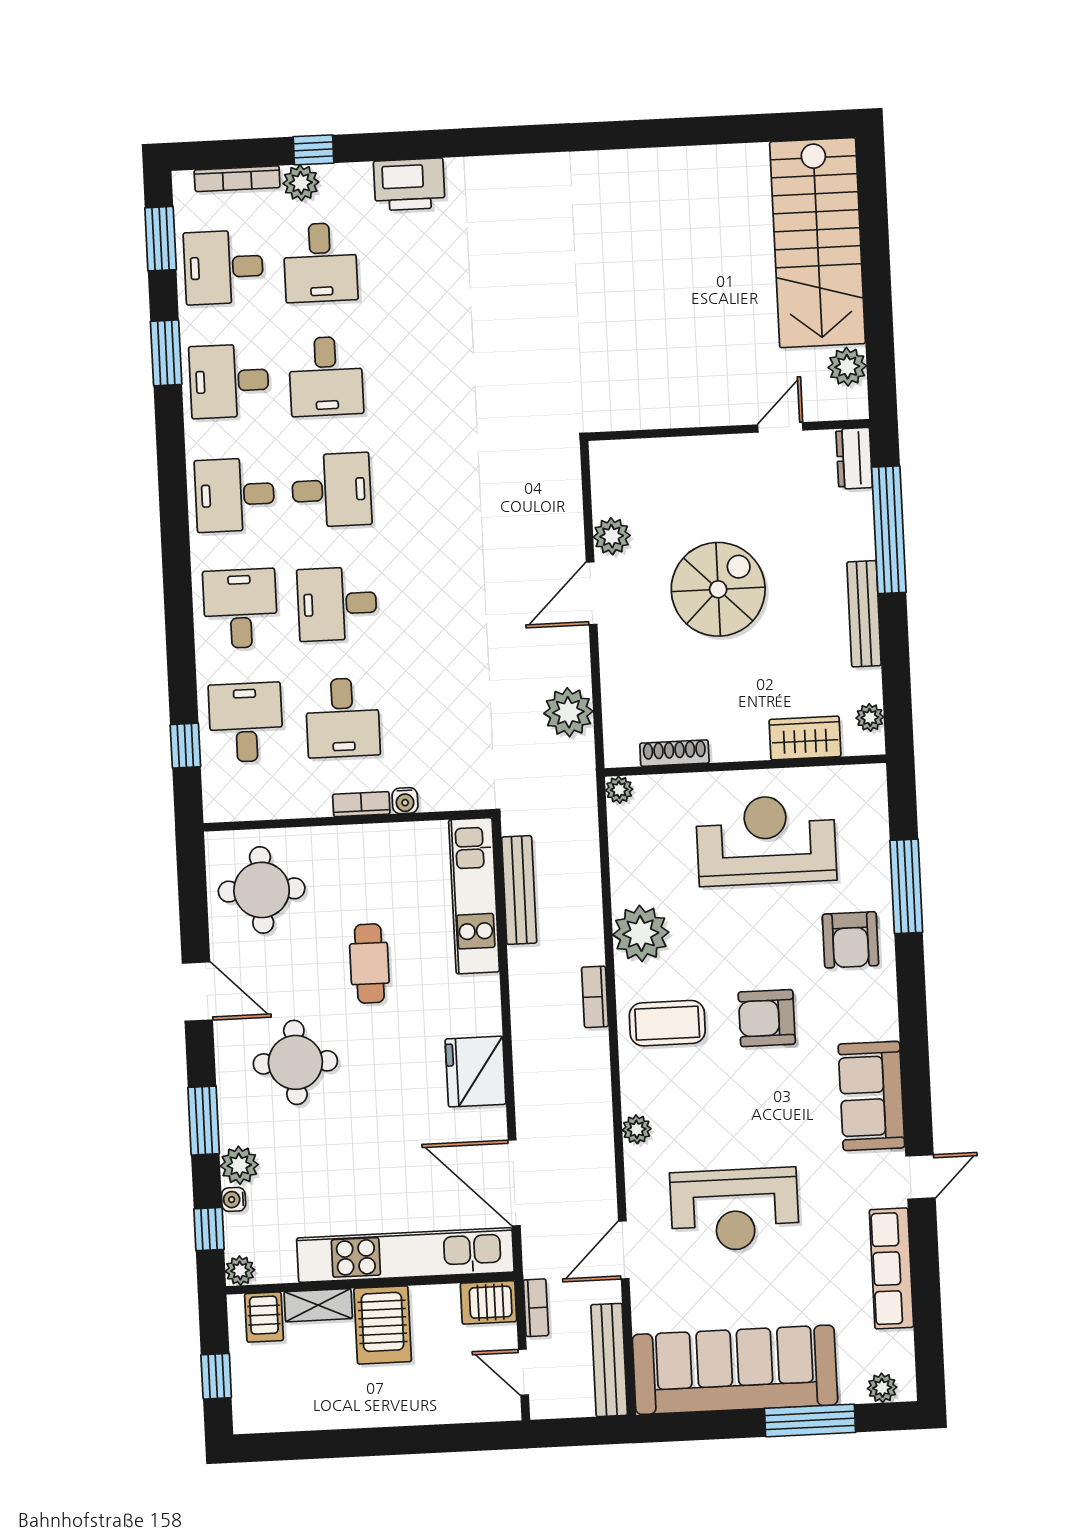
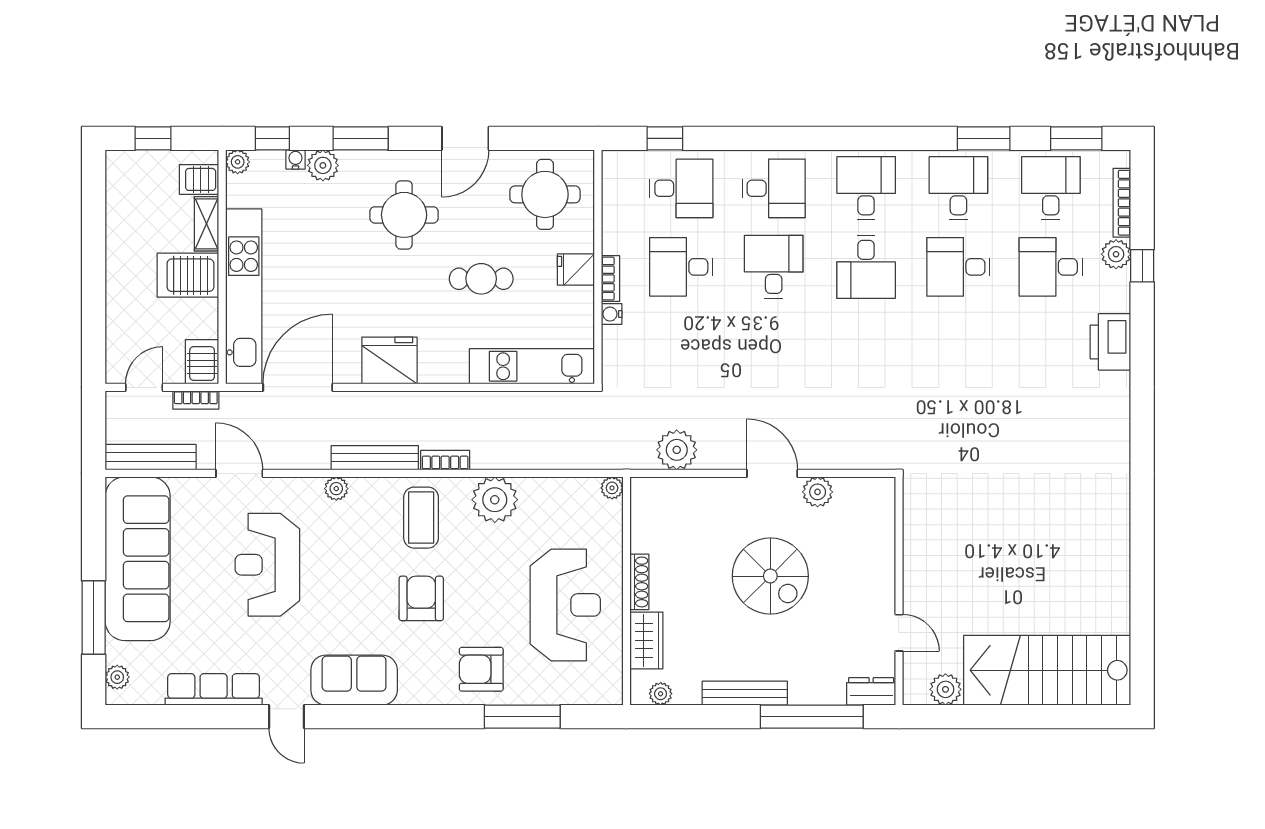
shoe rack: (674, 753) -> (639, 582), moved
fridge: (352, 847) -> (576, 270), added
bench: (519, 890) -> (375, 458), moved

